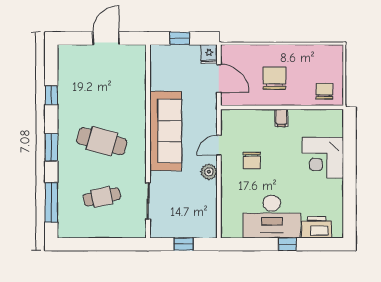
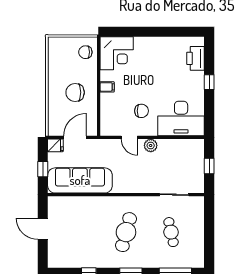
sofa: (166, 131) -> (80, 180), moved
corner desk: (323, 158) -> (117, 53), moved
desk: (272, 217) -> (181, 119), moved, turned 90

